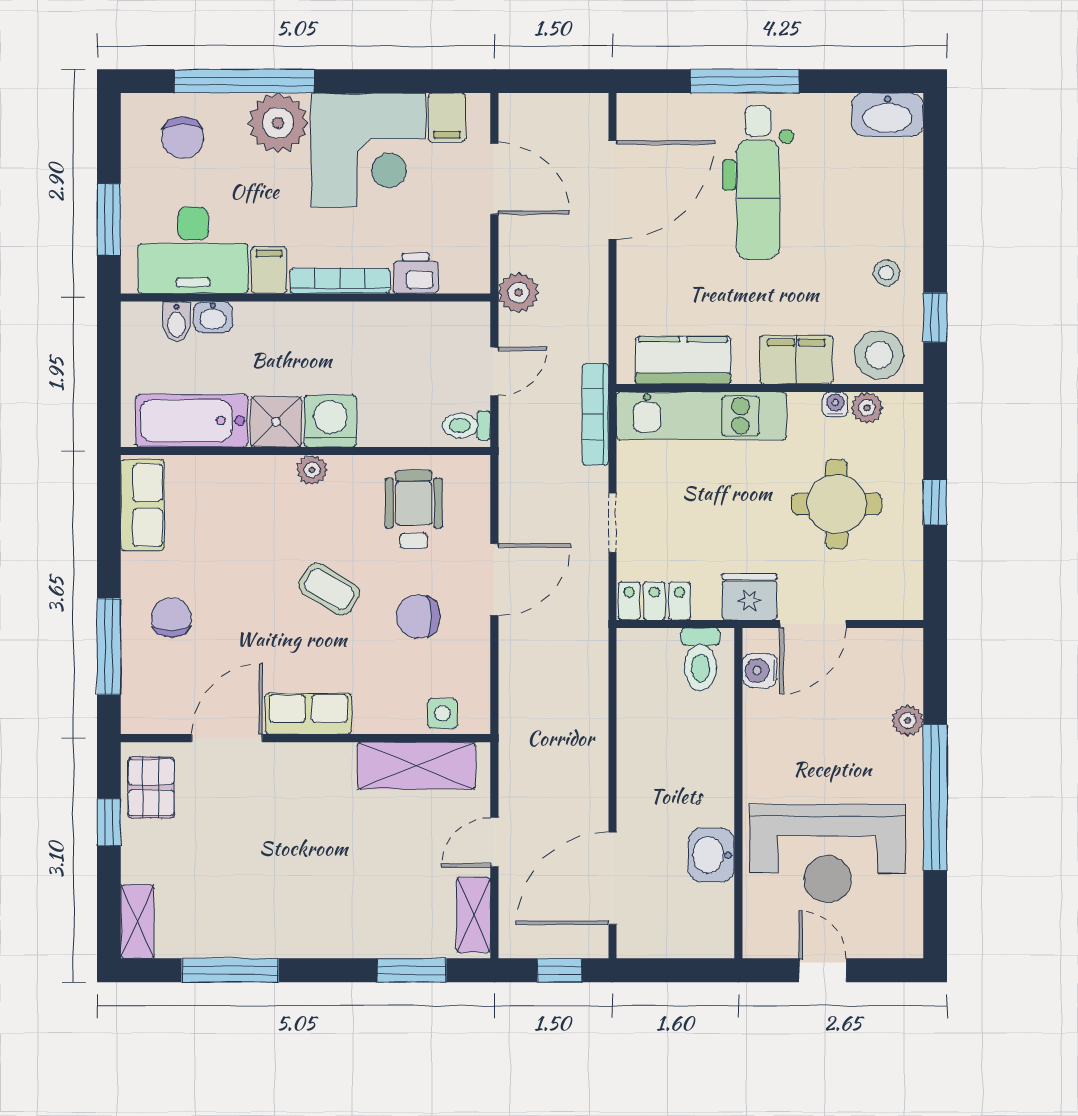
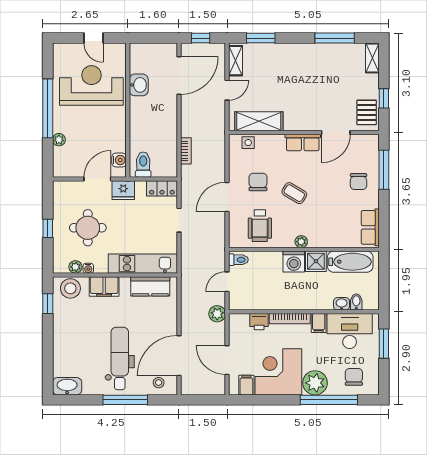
stool: (886, 273) -> (159, 383), moved
bookcase: (595, 414) -> (186, 151), moved, width x0.64
chair: (418, 617) -> (258, 182), turned -90

